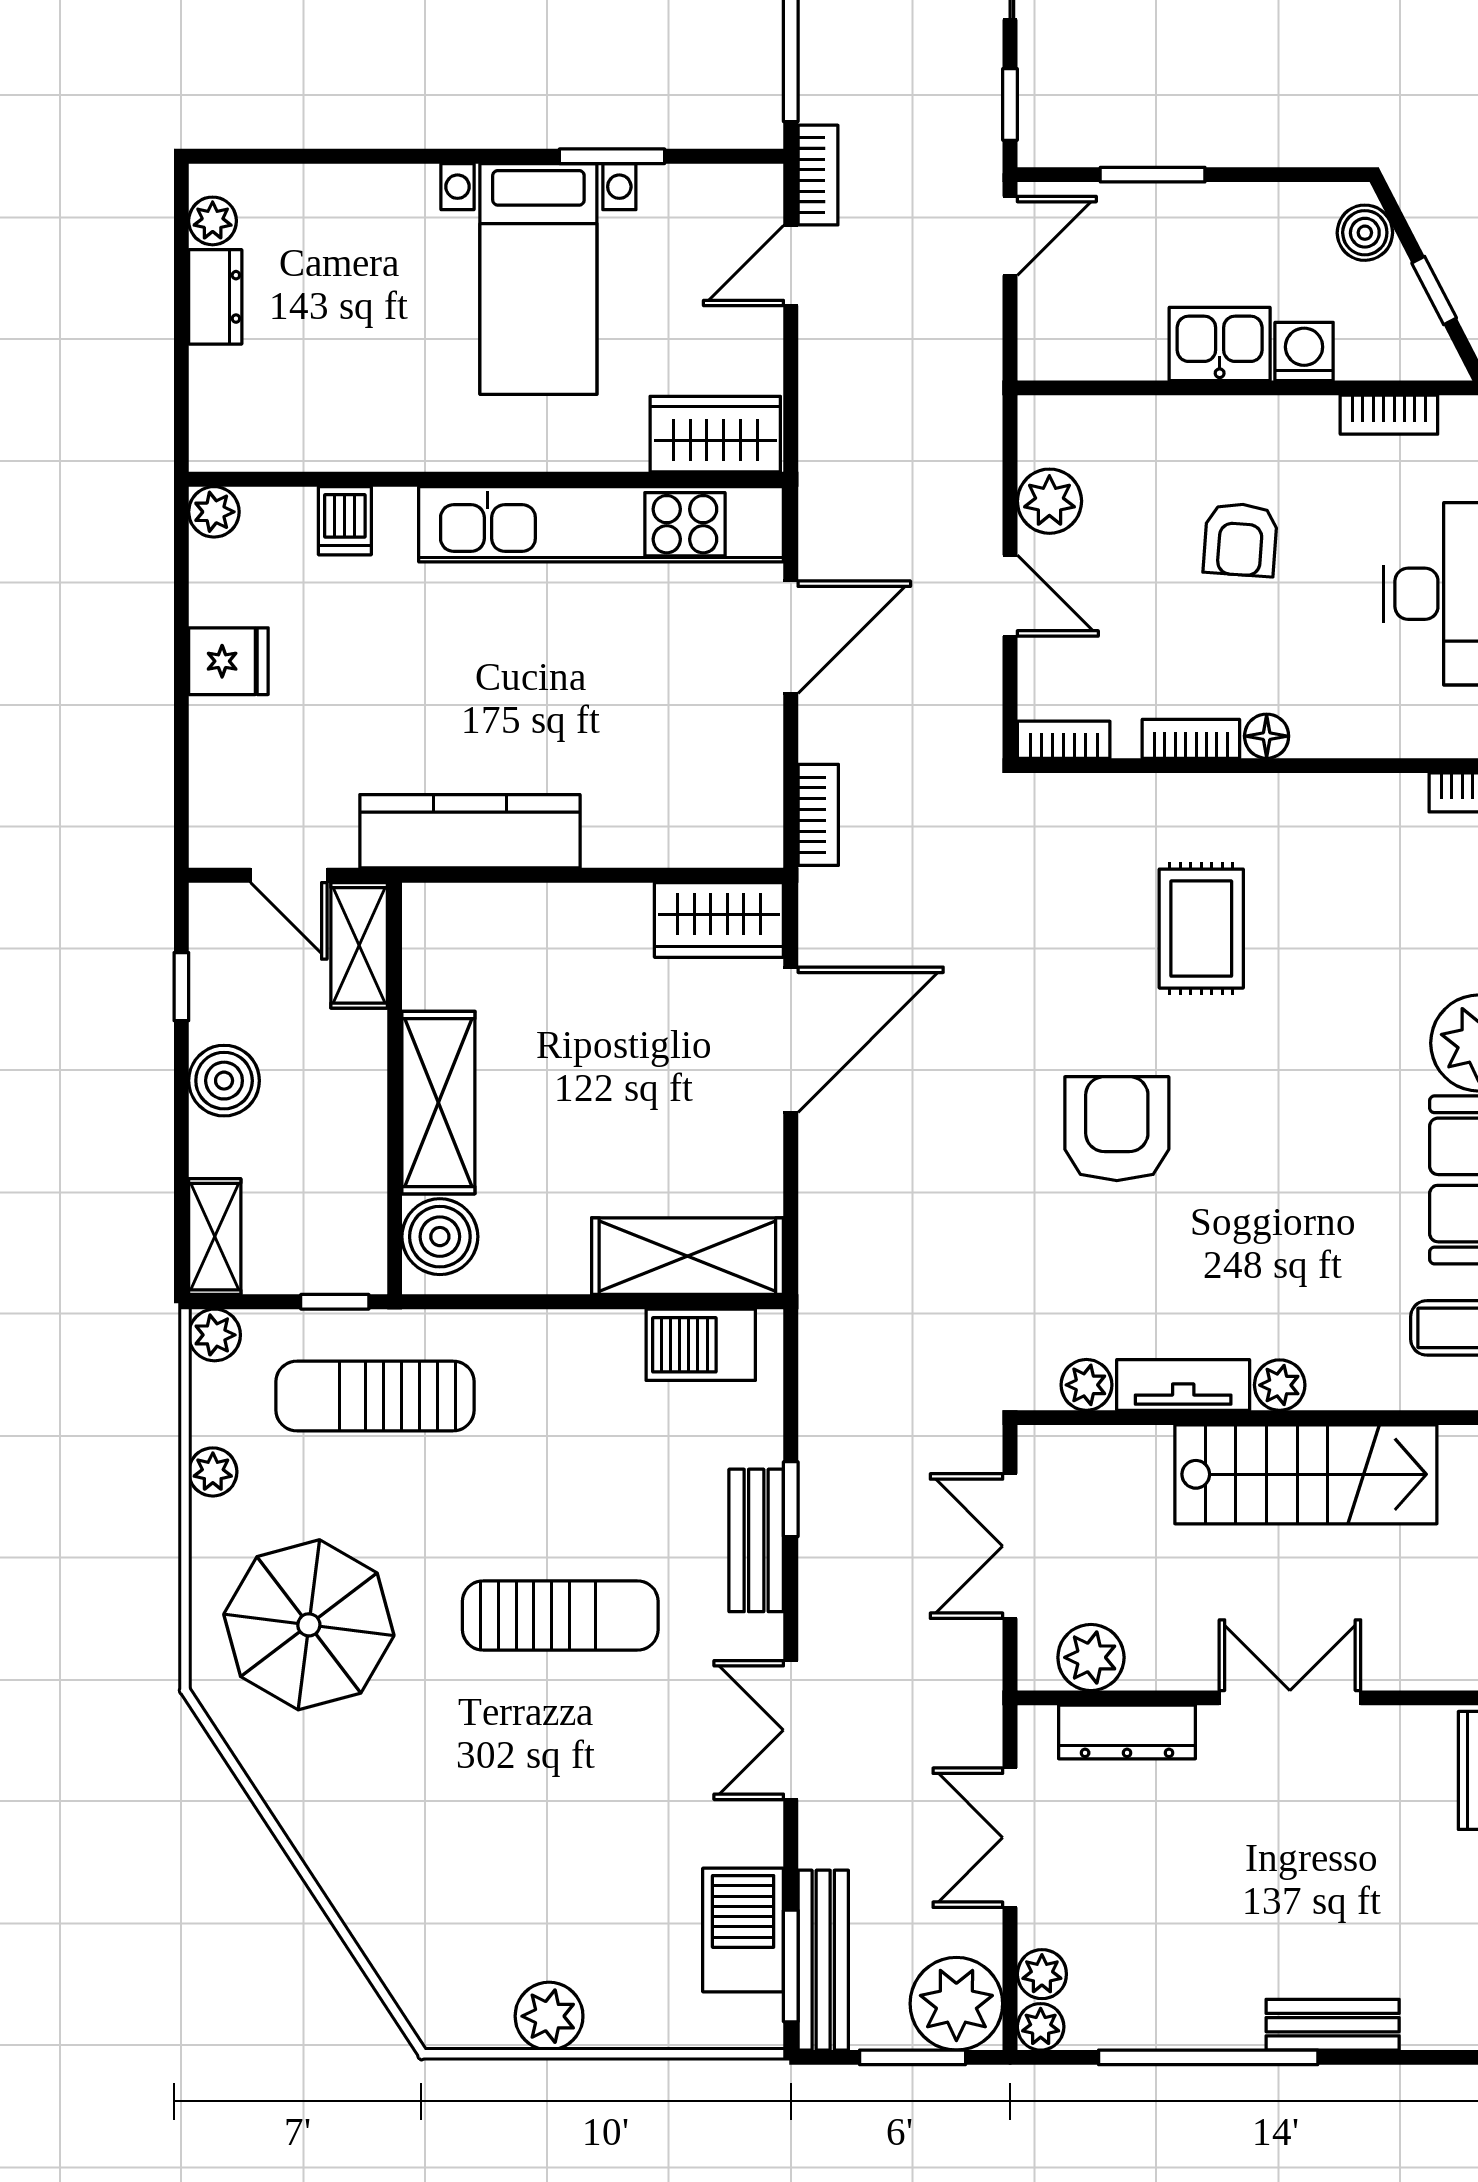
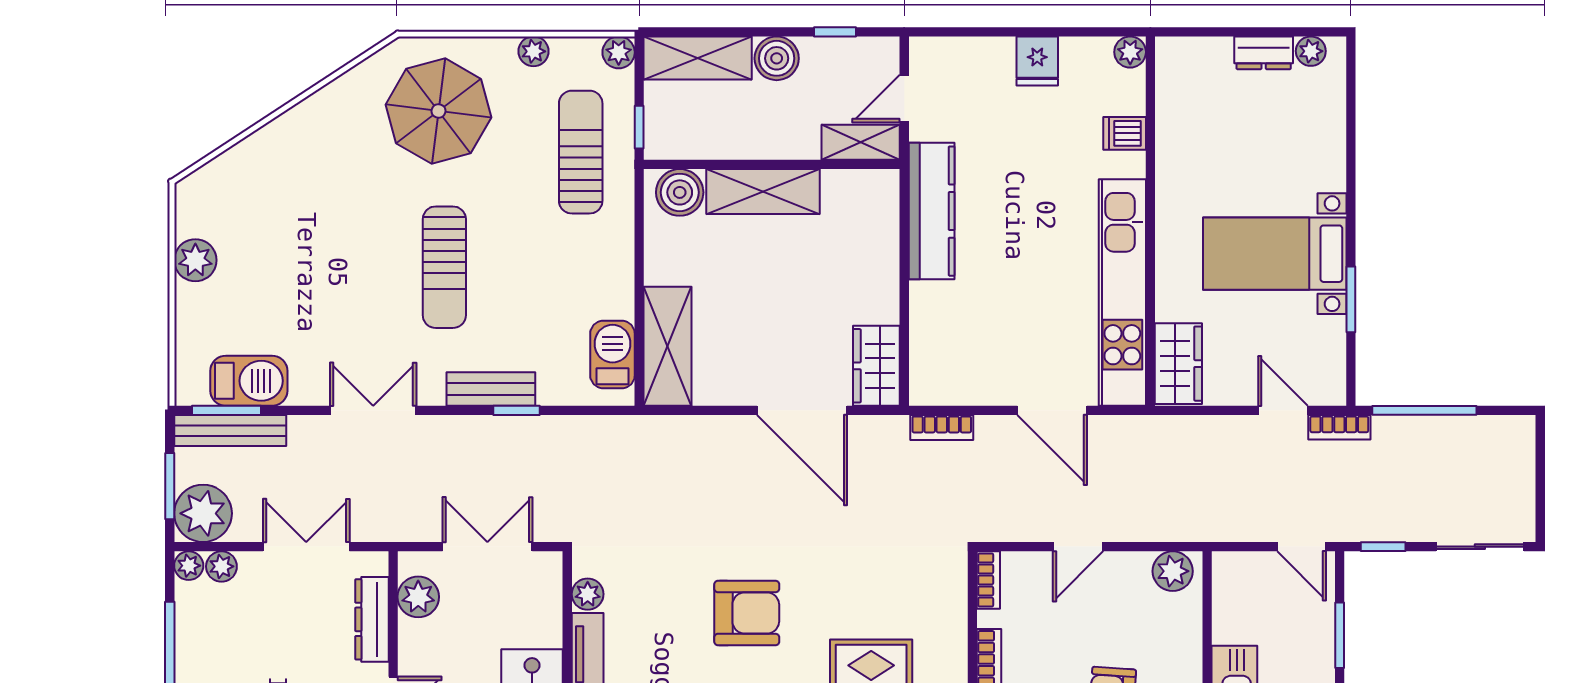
plant: (1049, 501) -> (1173, 571), moved
shelving: (215, 1237) -> (698, 58), width x1.50, depth x1.33

